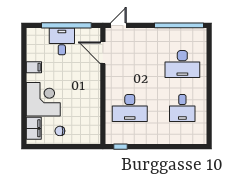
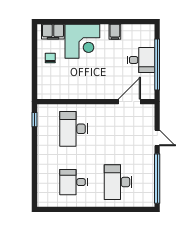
door: (118, 25) -> (157, 138), moved

